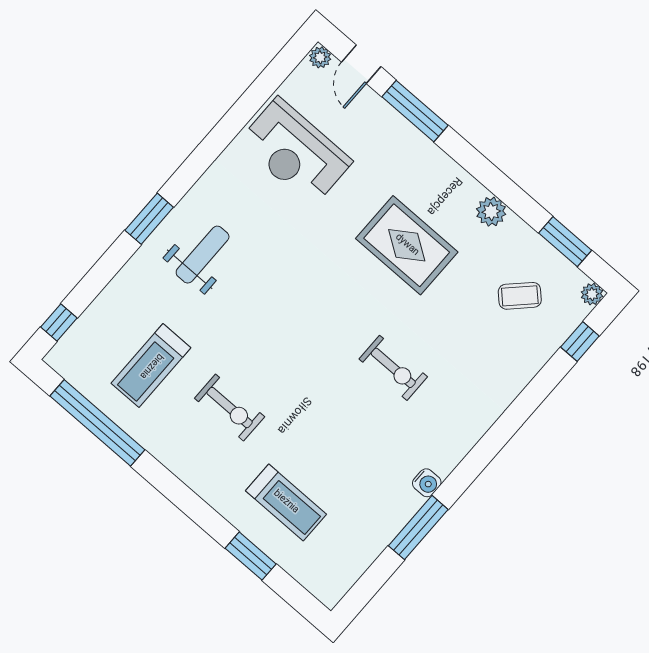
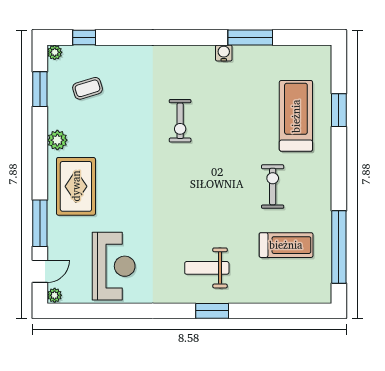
rug: (407, 245) -> (76, 186), moved
coffee table: (520, 296) -> (88, 88), turned -62
window: (59, 323) -> (305, 311), removed
exercise bike: (393, 368) -> (180, 121), turned 180
treadmill: (286, 502) -> (296, 116), width x1.37, depth x1.38

